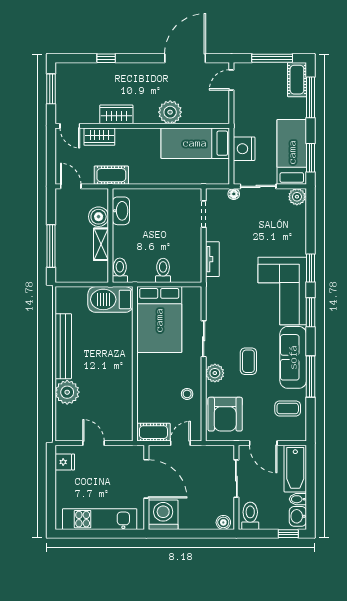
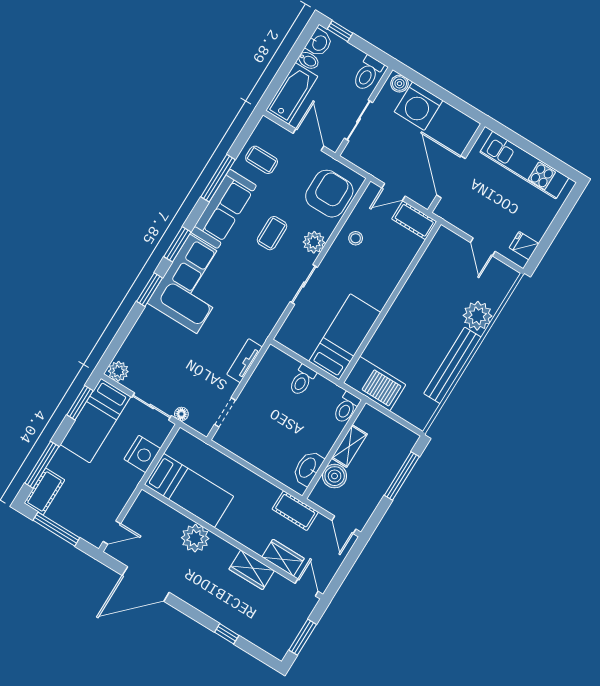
bed: (159, 320) -> (345, 337), width x0.67
washing machine: (163, 515) -> (418, 106), moved

